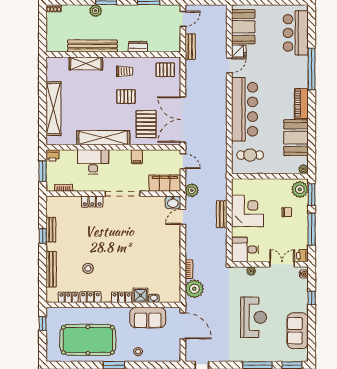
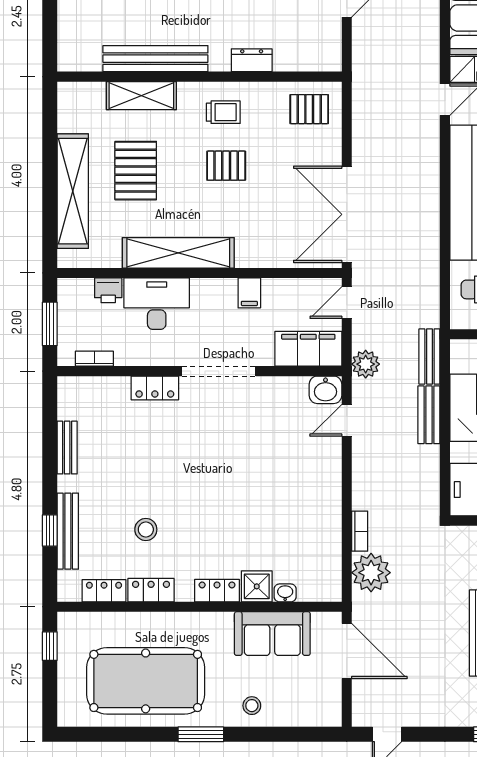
bench: (190, 47) -> (429, 356), moved
pallet: (146, 124) -> (136, 171), moved
printer: (53, 155) -> (108, 290), moved
door: (183, 161) -> (347, 303), swing flipped
window: (43, 236) -> (50, 530), moved

